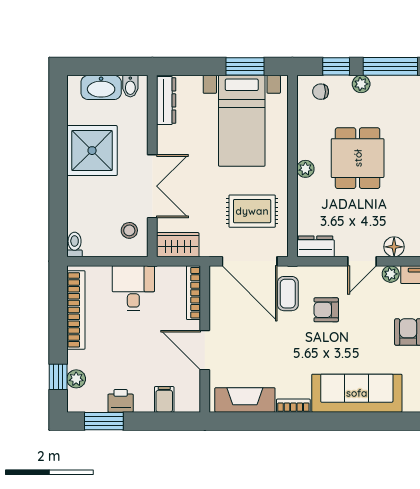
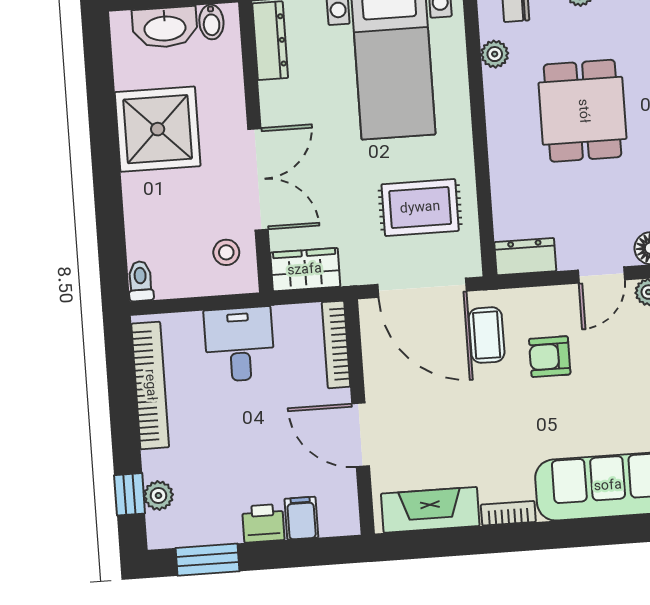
plant: (305, 169) -> (495, 54), moved
printer: (121, 401) -> (263, 523), moved

